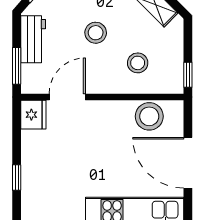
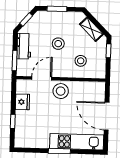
window: (188, 75) -> (109, 51), moved
fridge: (33, 115) -> (22, 102), moved
stool: (149, 116) -> (61, 91), moved

